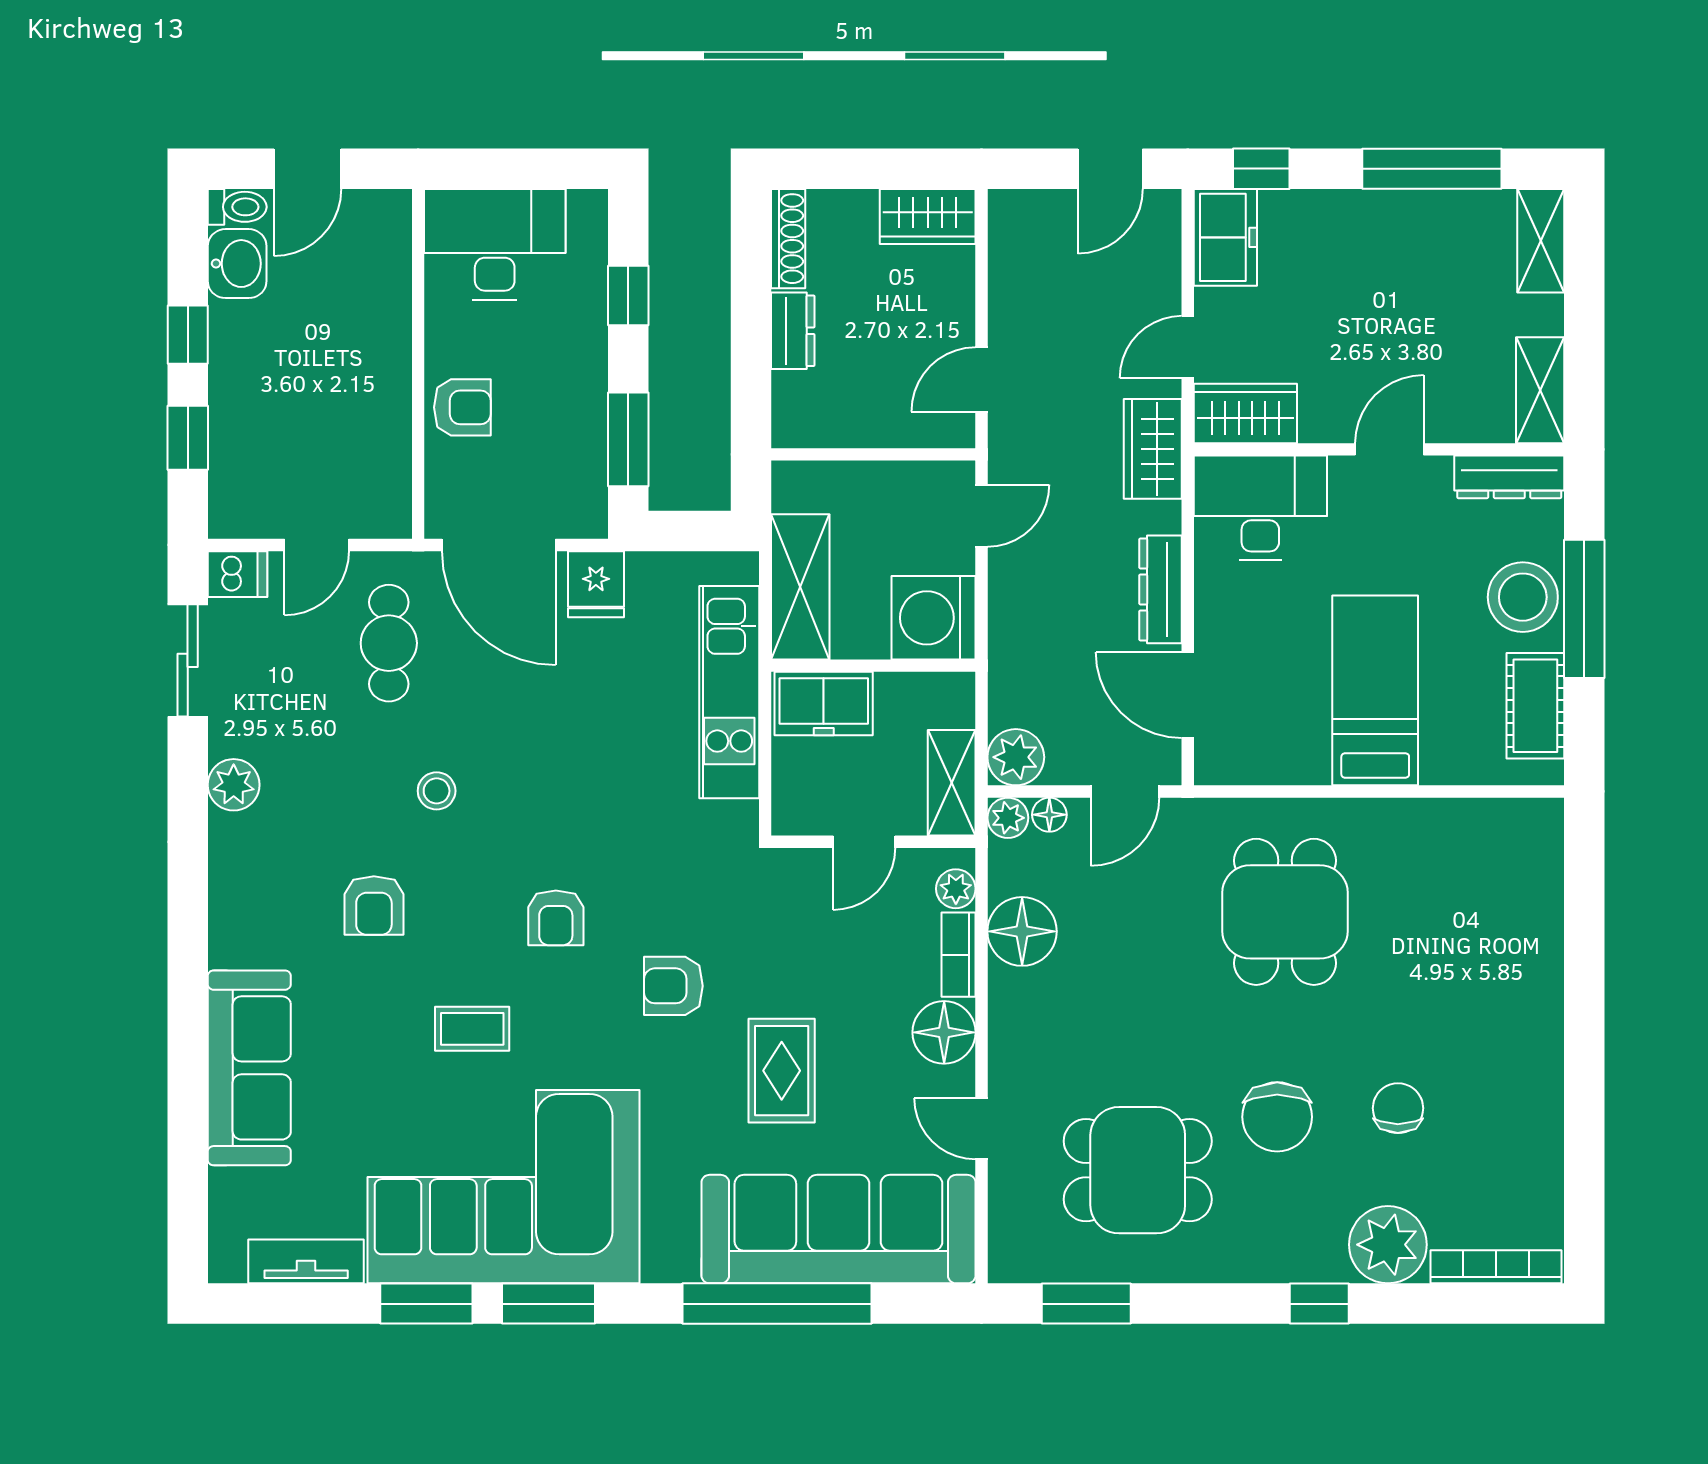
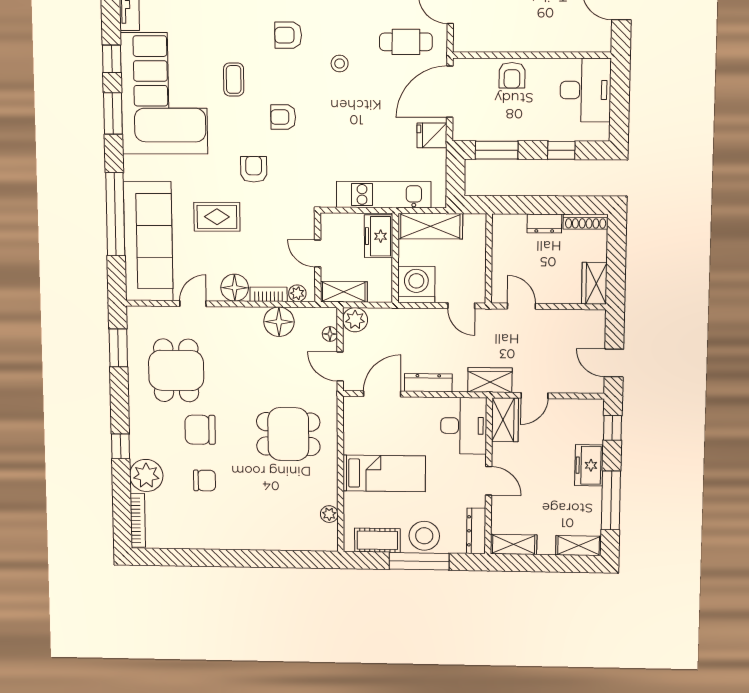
freezer: (1225, 237) -> (589, 465), moved, turned 90
door: (1188, 347) -> (535, 396), swing flipped
plant: (1008, 818) -> (329, 514), moved
window: (426, 1304) -> (112, 59), width x0.67

